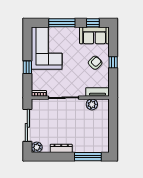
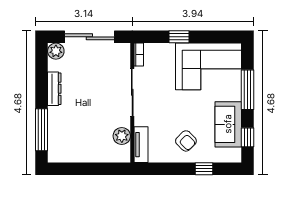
sofa: (94, 35) -> (228, 124), moved
window: (113, 62) -> (204, 169), moved

